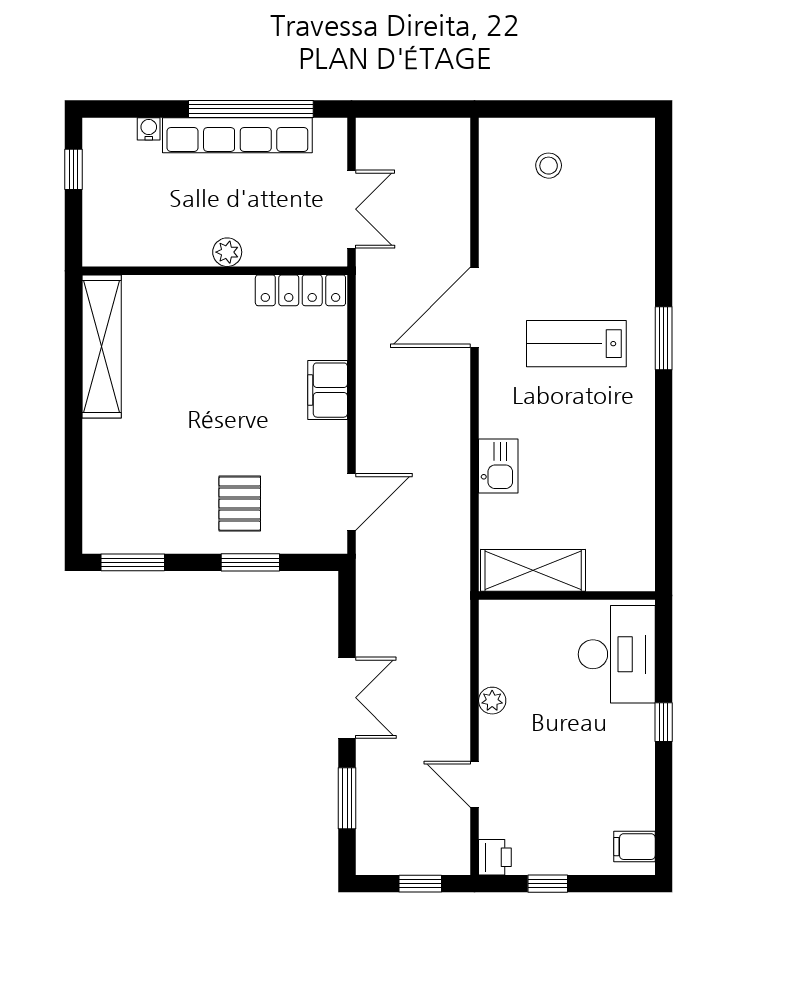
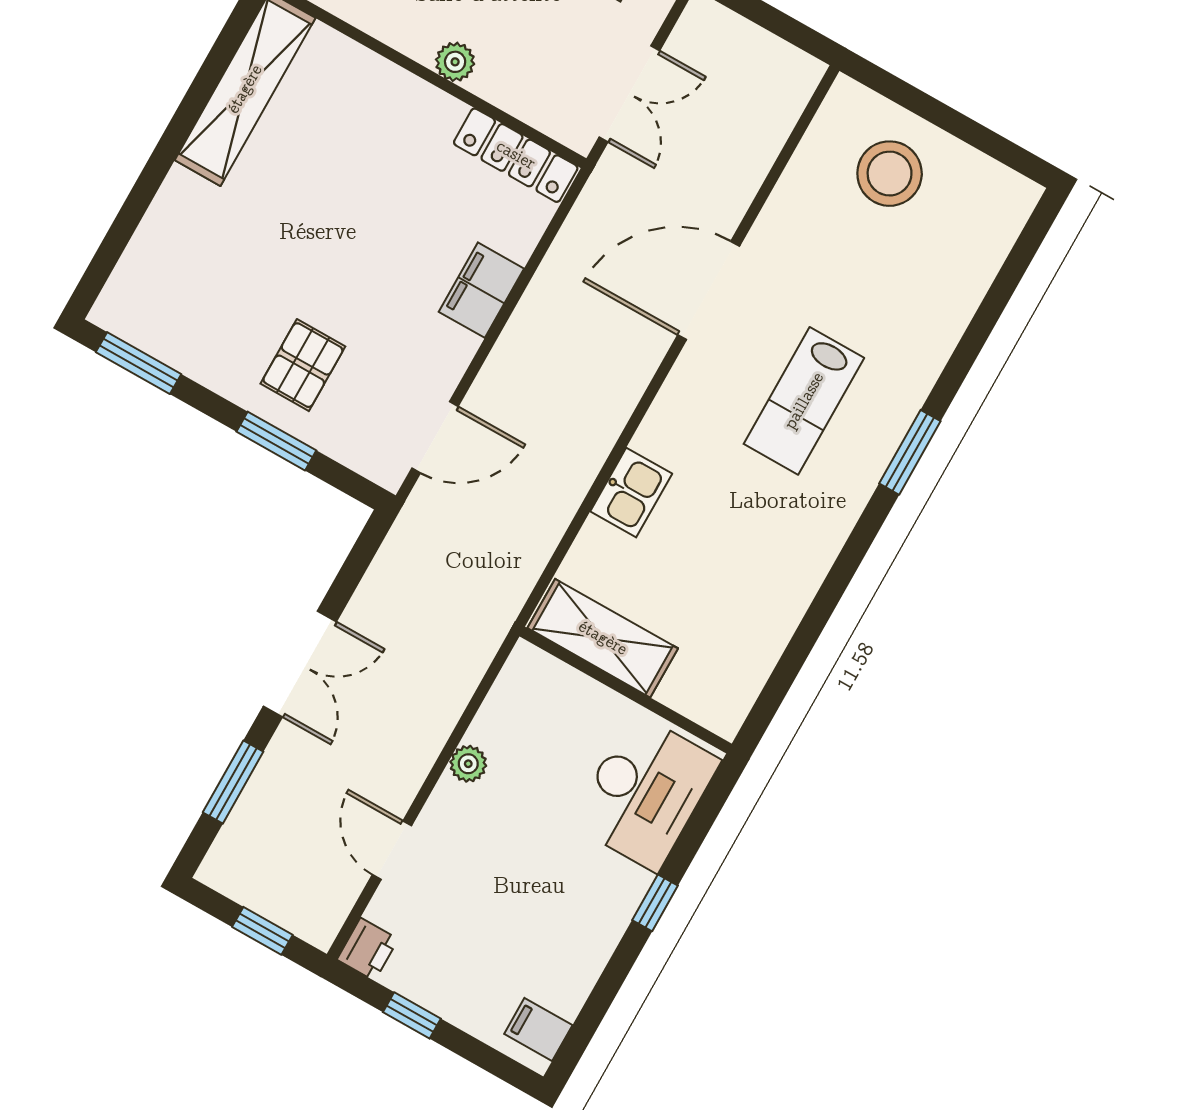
stool: (549, 166) -> (890, 174), width x1.89, depth x1.89
lab bench: (576, 344) -> (804, 401), turned -90

